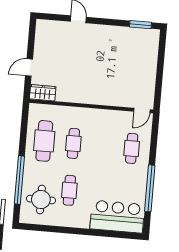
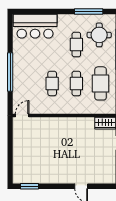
cafe table: (132, 148) -> (52, 83), moved
window: (150, 188) -> (10, 72), moved
window: (51, 229) -> (89, 11), added

